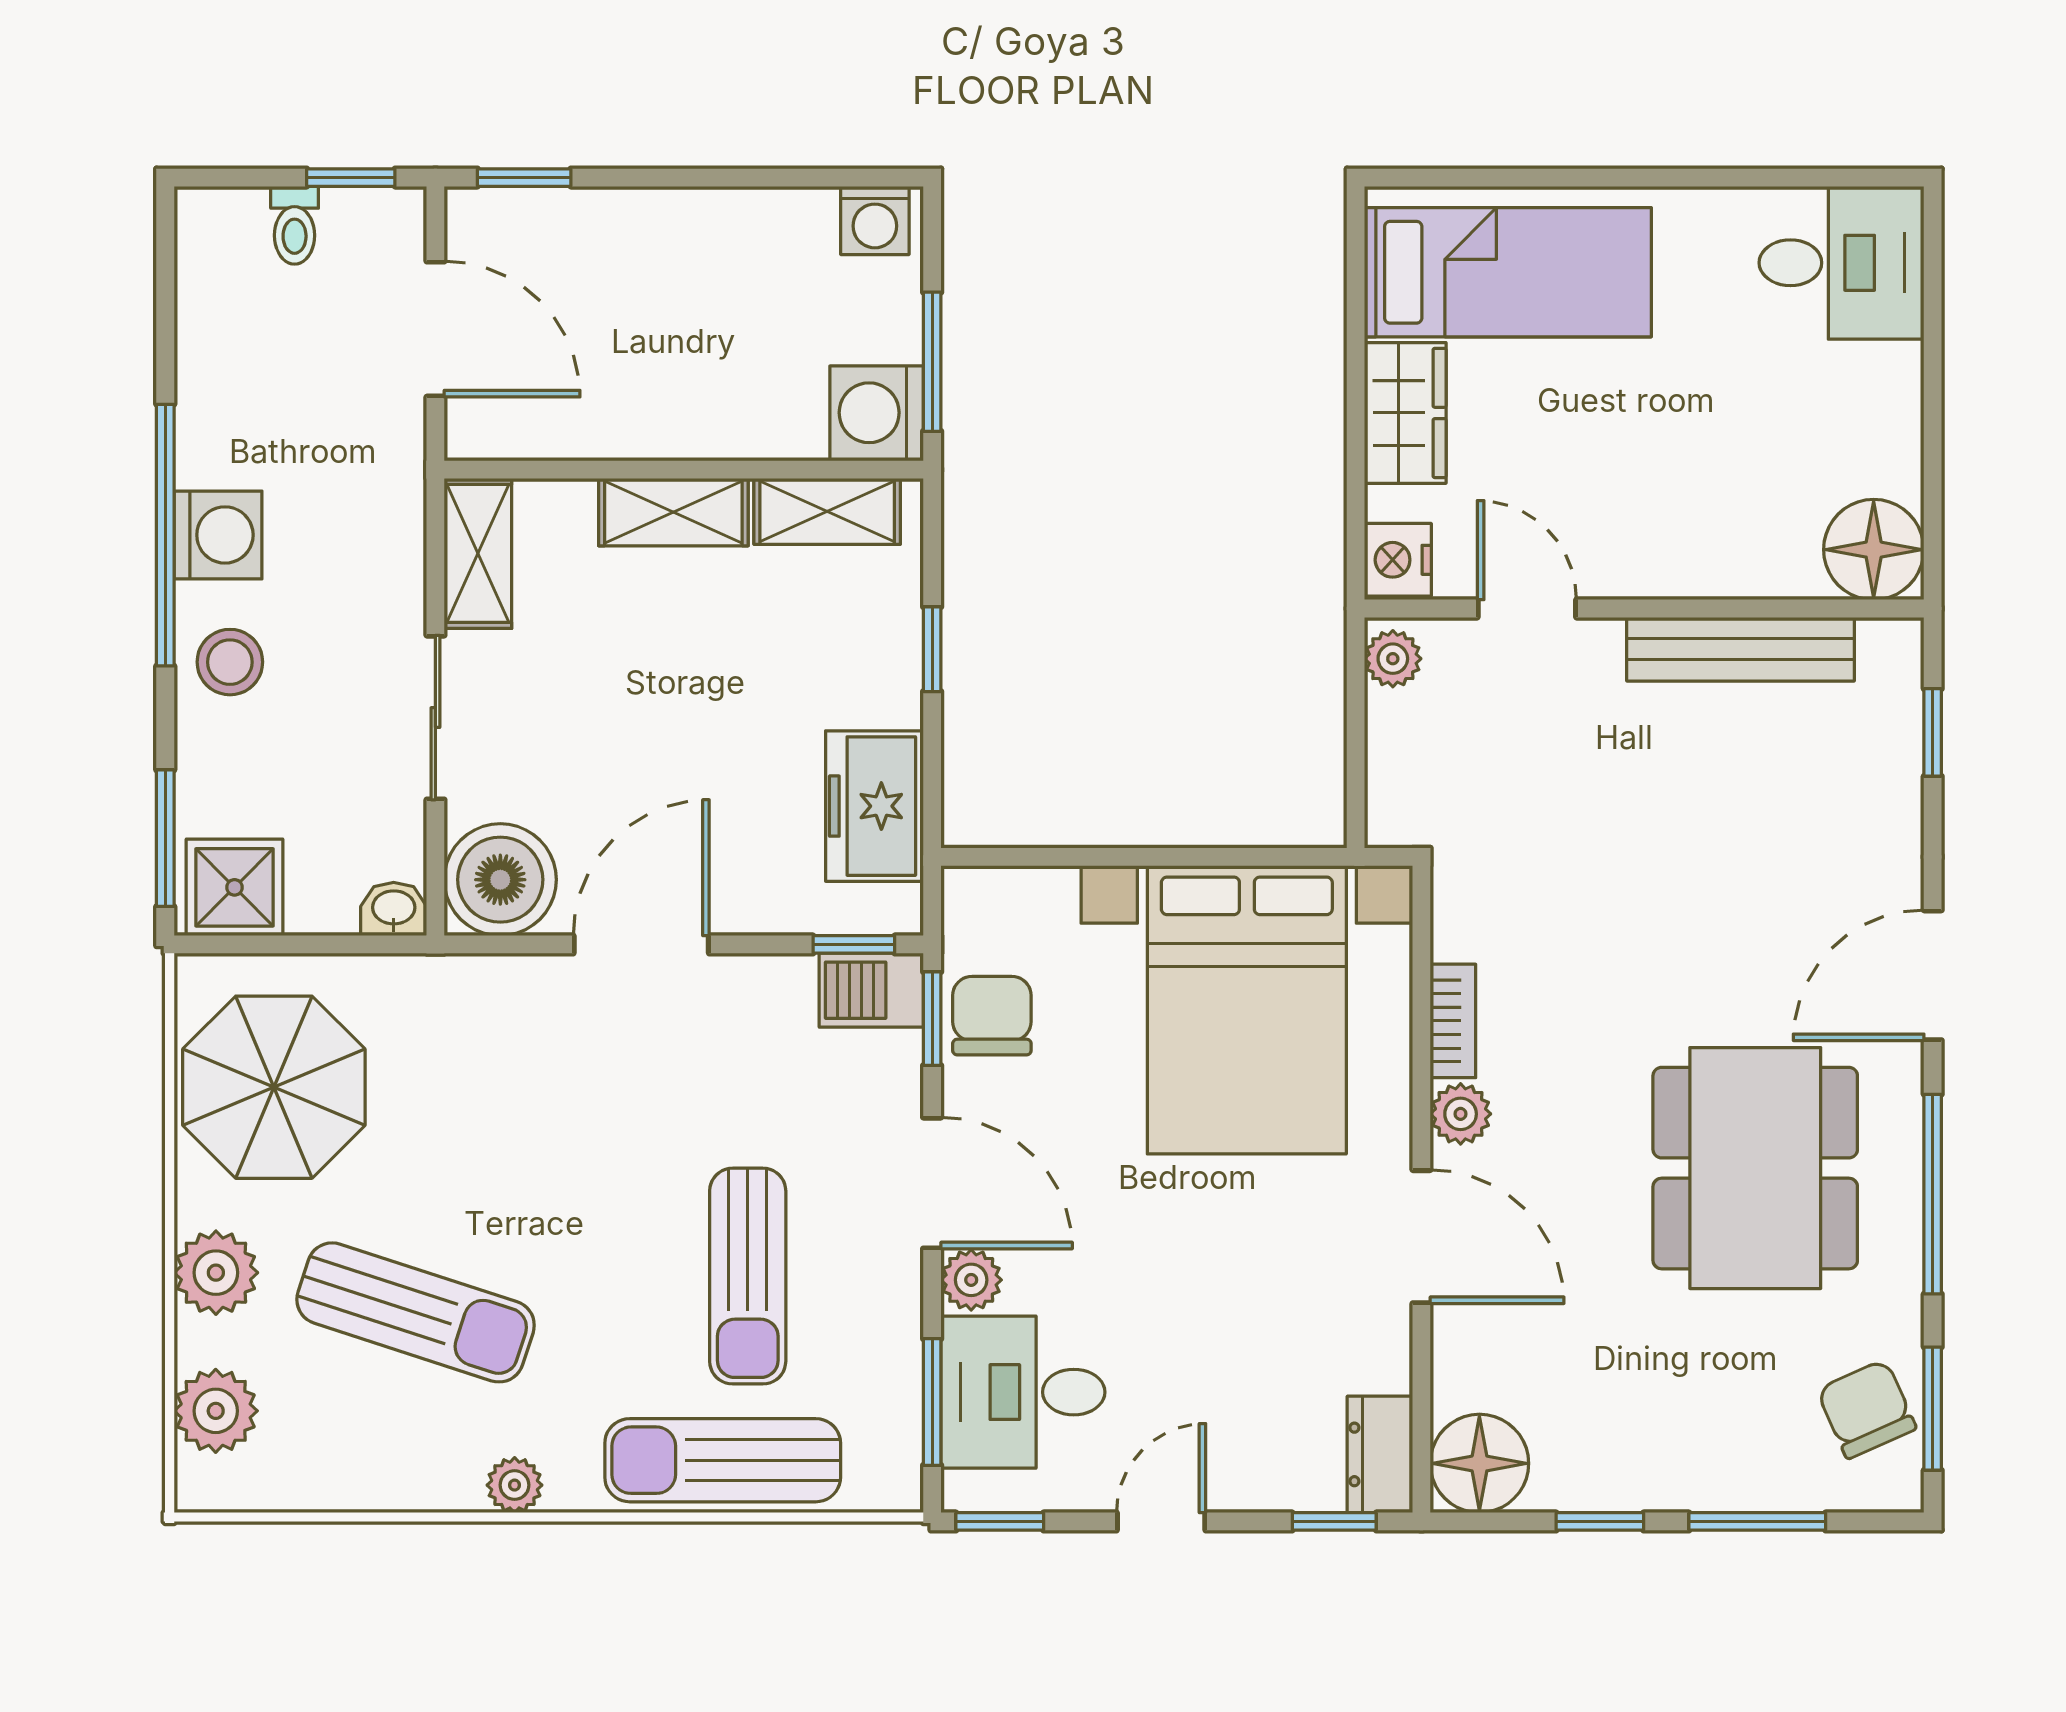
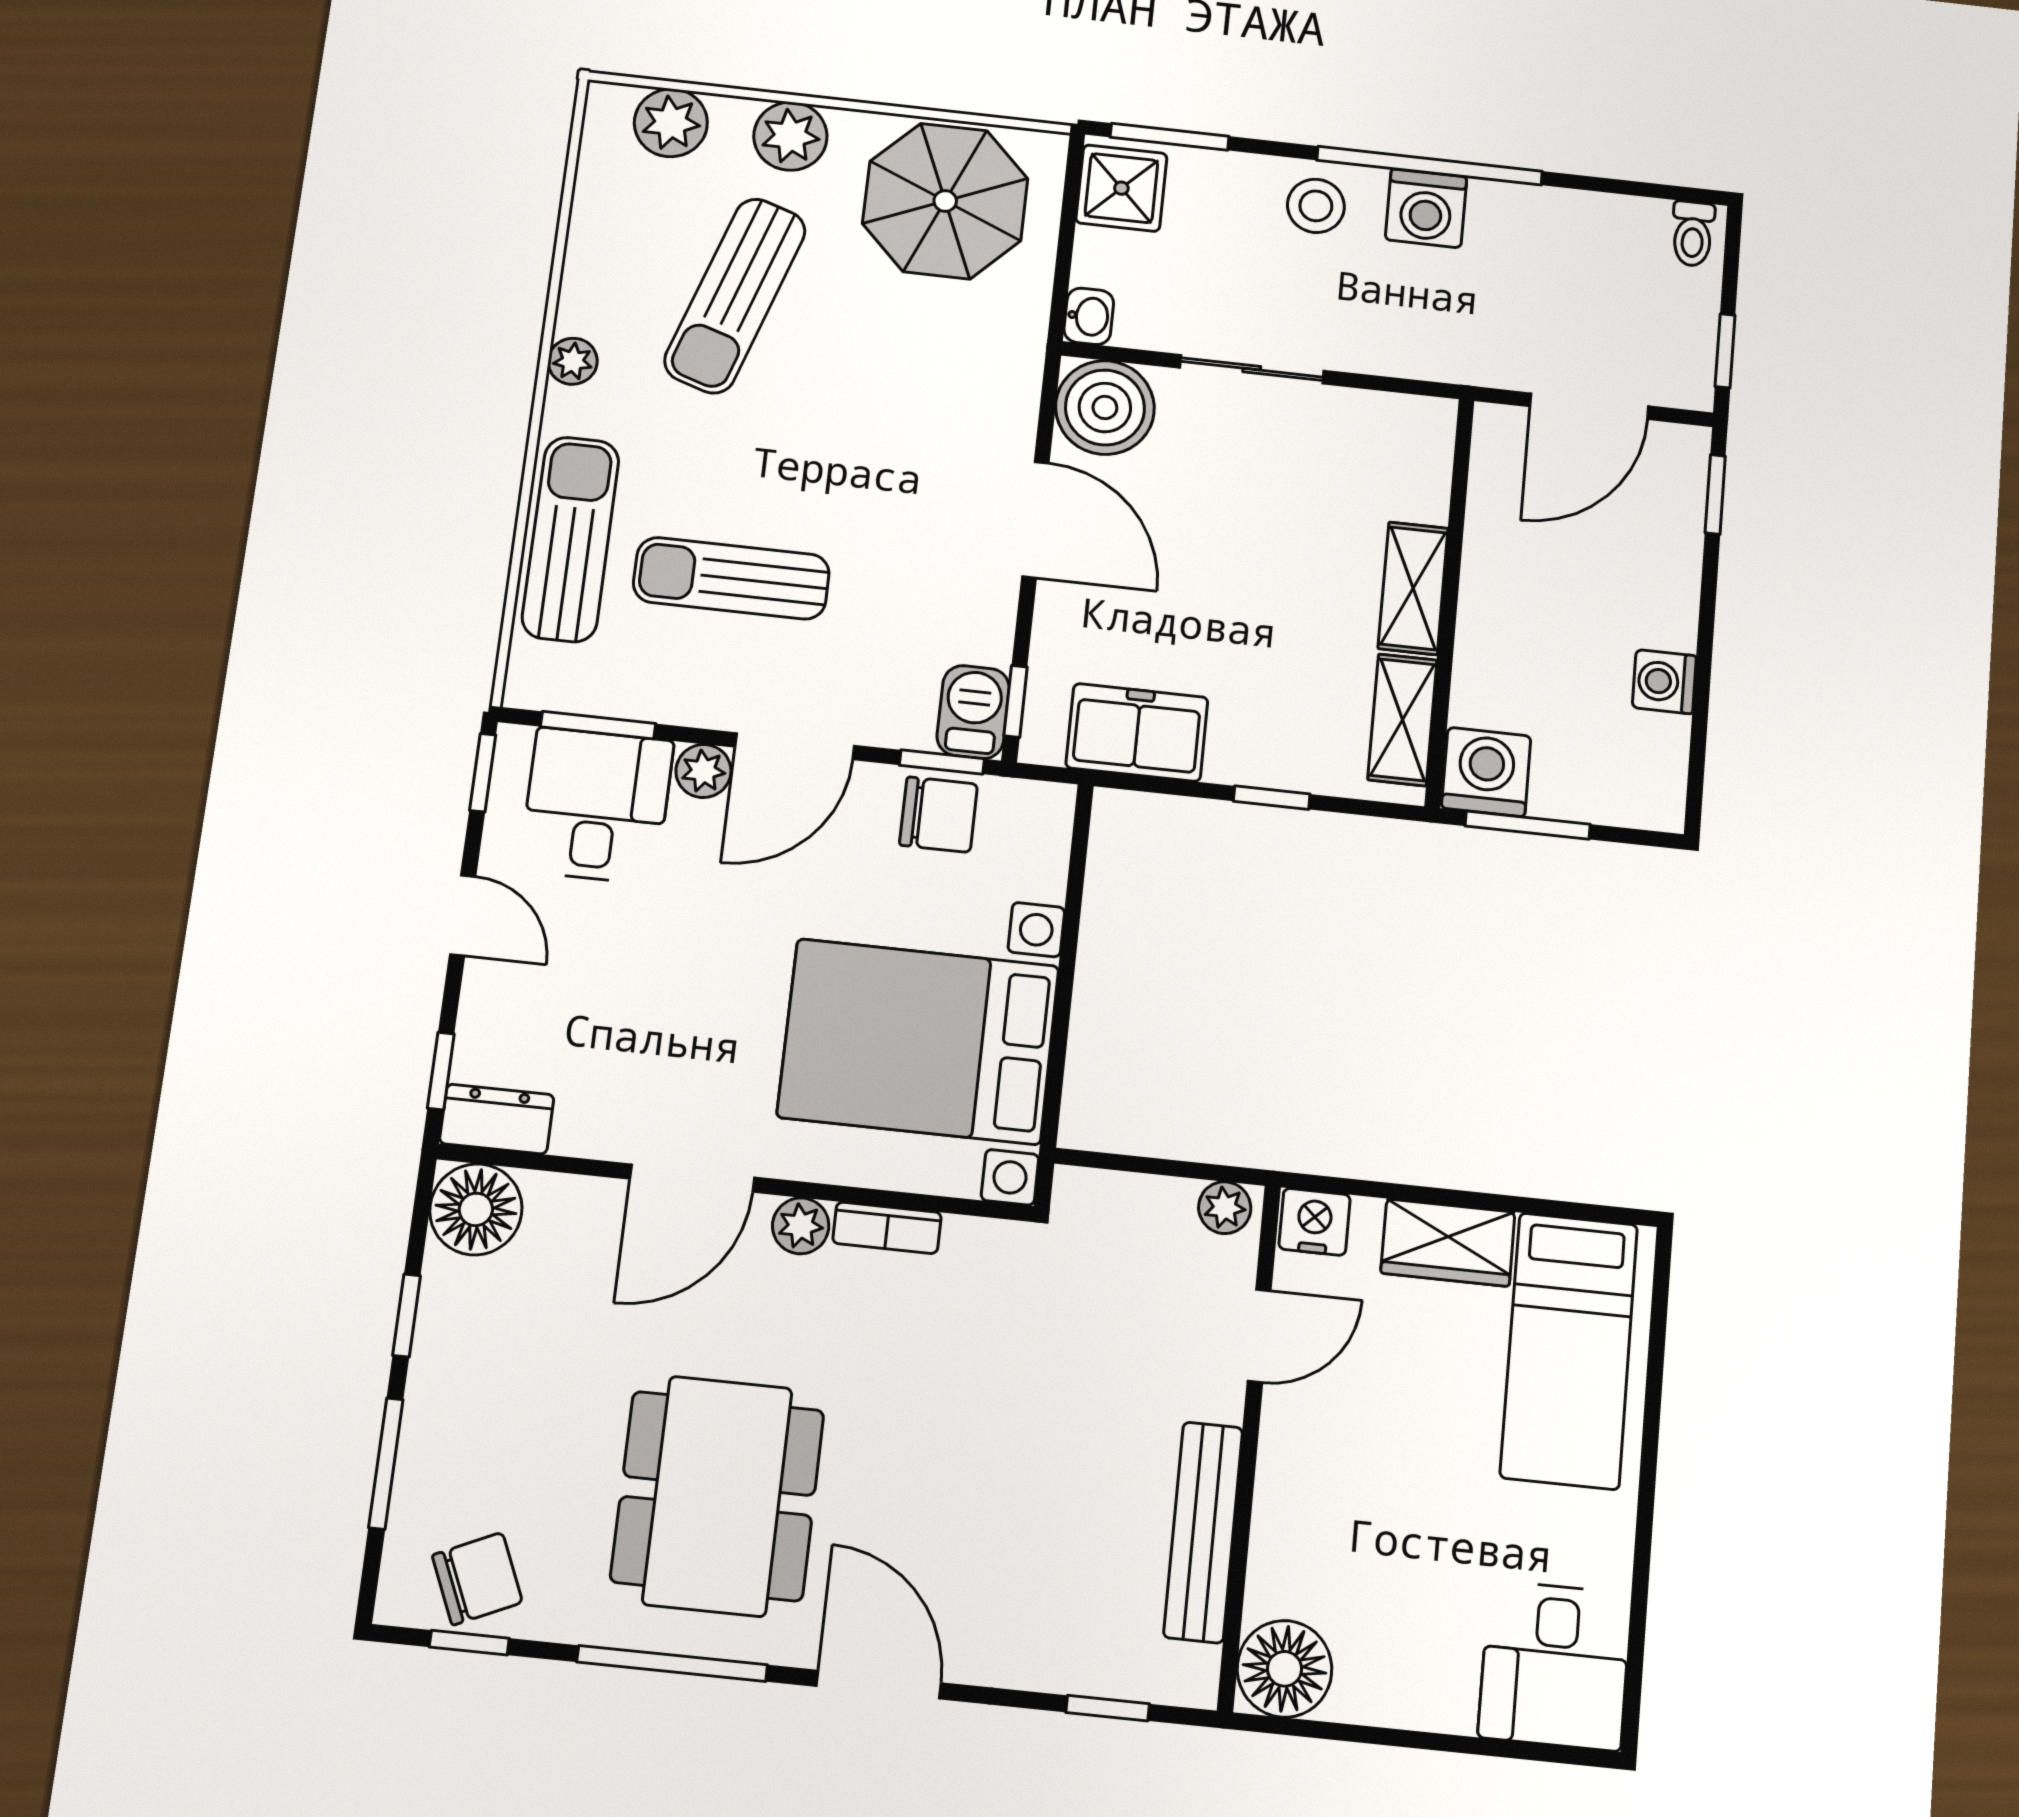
washing machine: (875, 220) -> (1664, 682), moved
toilet: (295, 225) -> (1693, 234), moved, turned -90
shelving: (478, 553) -> (1391, 420), removed
dining table: (1755, 1168) -> (717, 1496), turned 90
window: (1933, 1409) -> (469, 1643), width x0.67

